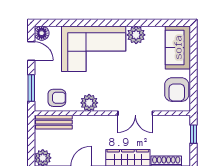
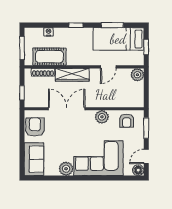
door: (31, 51) -> (146, 156), hinge flipped
armchair: (57, 98) -> (127, 121), turned -90
double door: (135, 113) -> (67, 109), width x1.37
bench: (54, 122) -> (129, 102), removed

